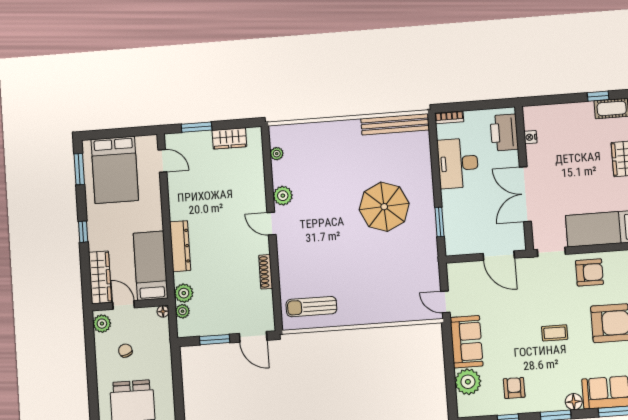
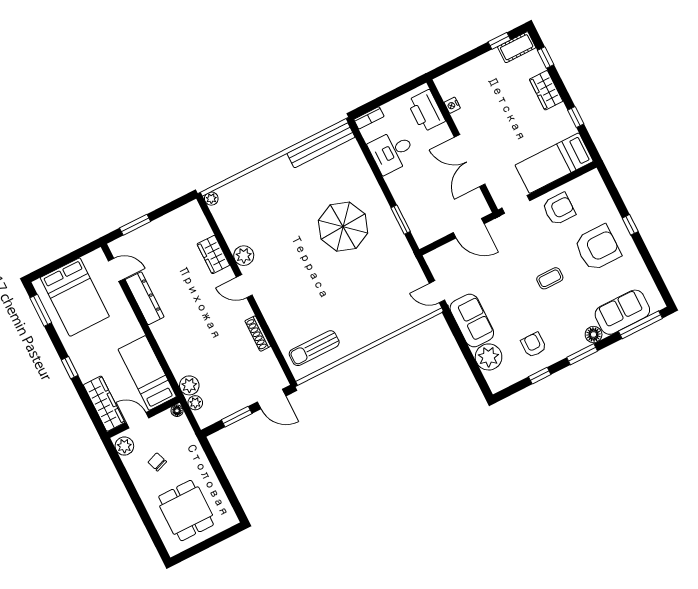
wardrobe: (229, 138) -> (213, 255), moved, turned 90
plant: (277, 154) -> (211, 199), moved
desk: (458, 163) -> (392, 152), width x0.73
dresser: (180, 246) -> (145, 298), moved

